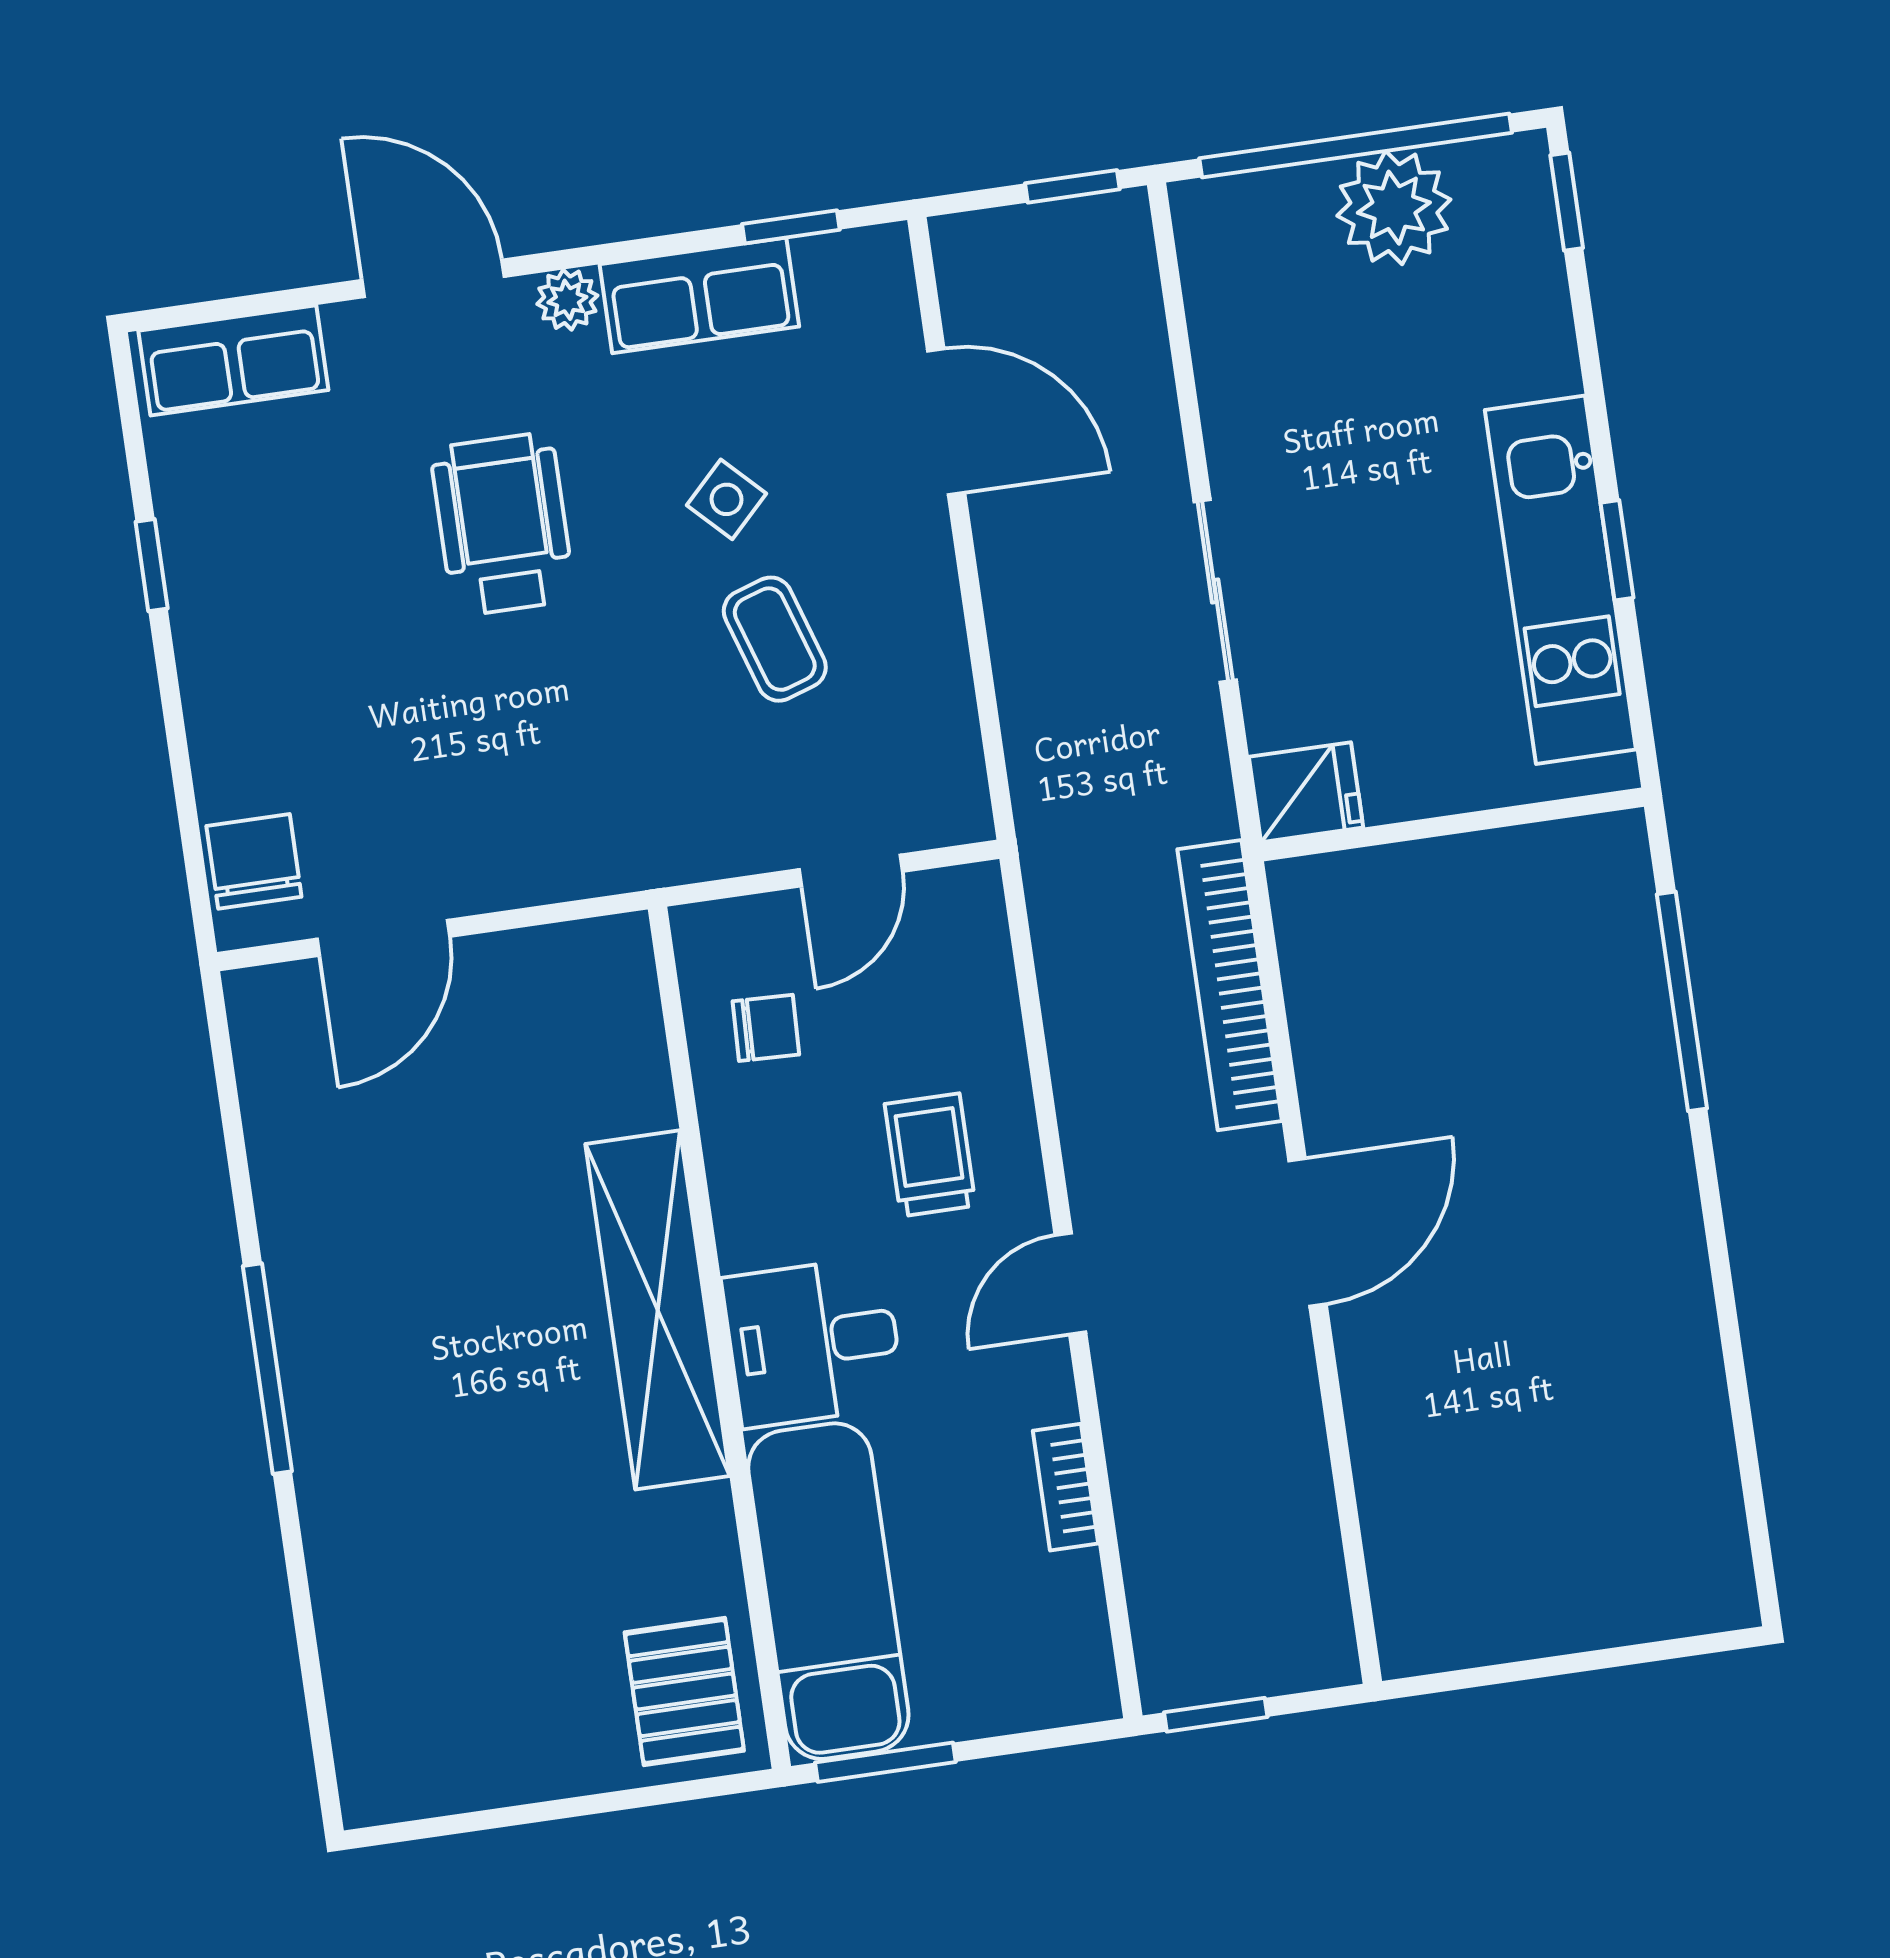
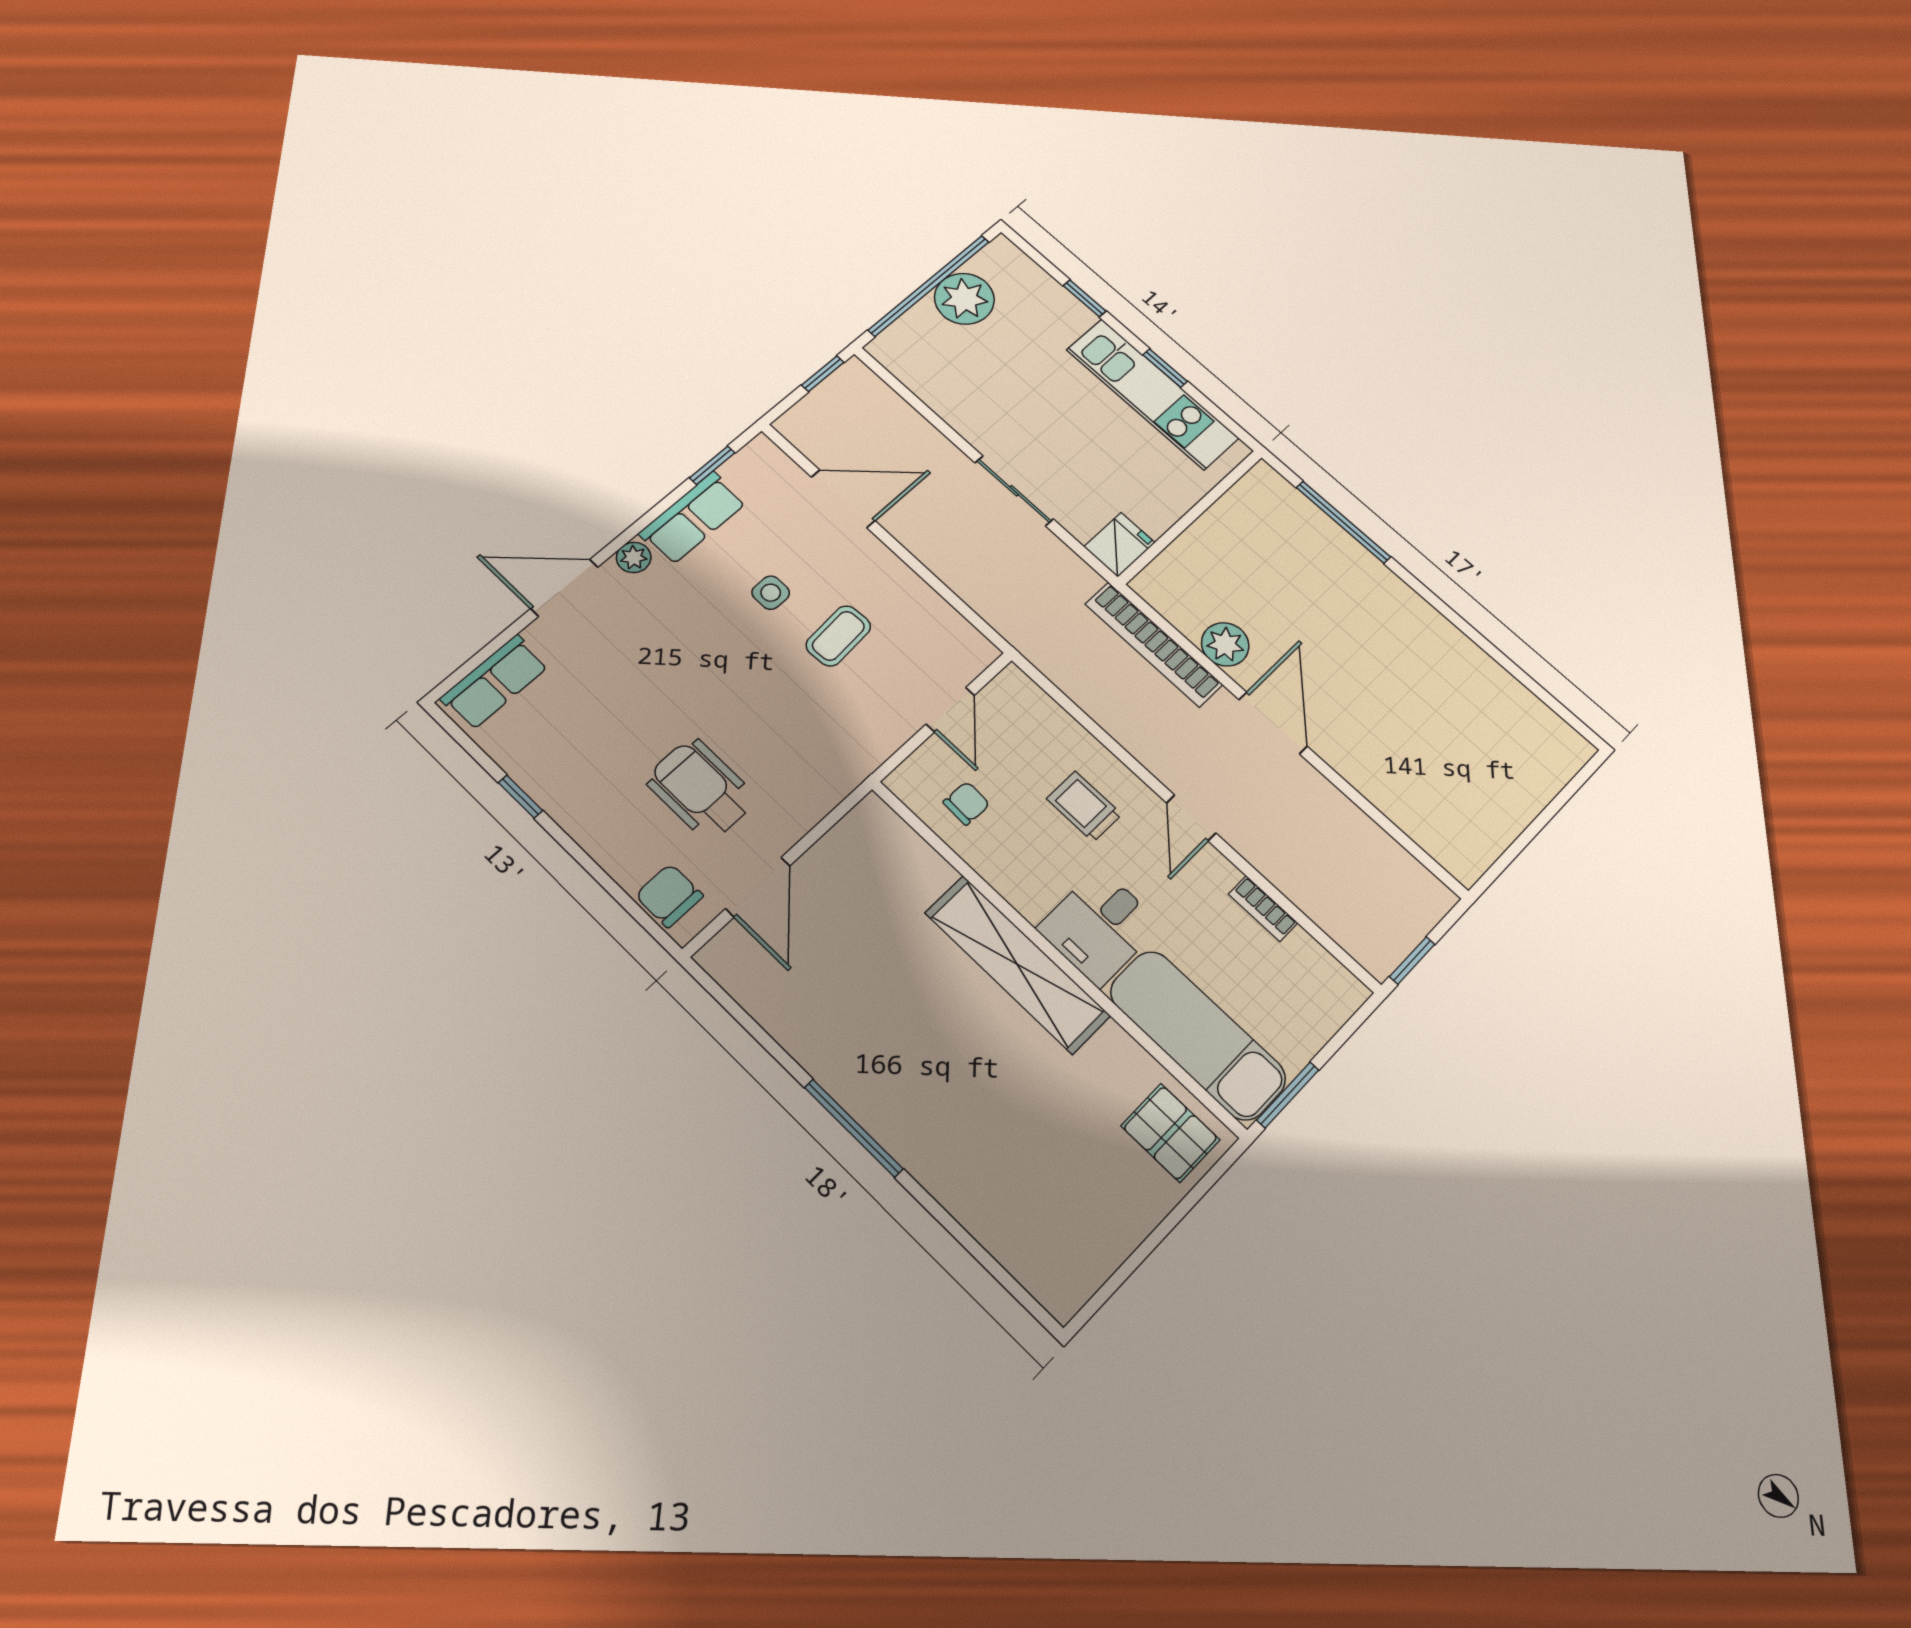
window: (1567, 202) -> (1085, 298), moved
side table: (727, 499) -> (771, 593), turned 45
wheelchair: (503, 524) -> (701, 789), moved
coffee table: (775, 639) -> (838, 636), turned -76
plant: (1337, 1062) -> (1225, 644), added

